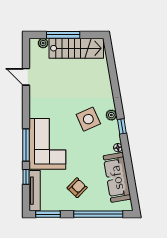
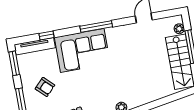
side table: (88, 119) -> (113, 86), removed
window: (26, 145) -> (96, 27), moved

